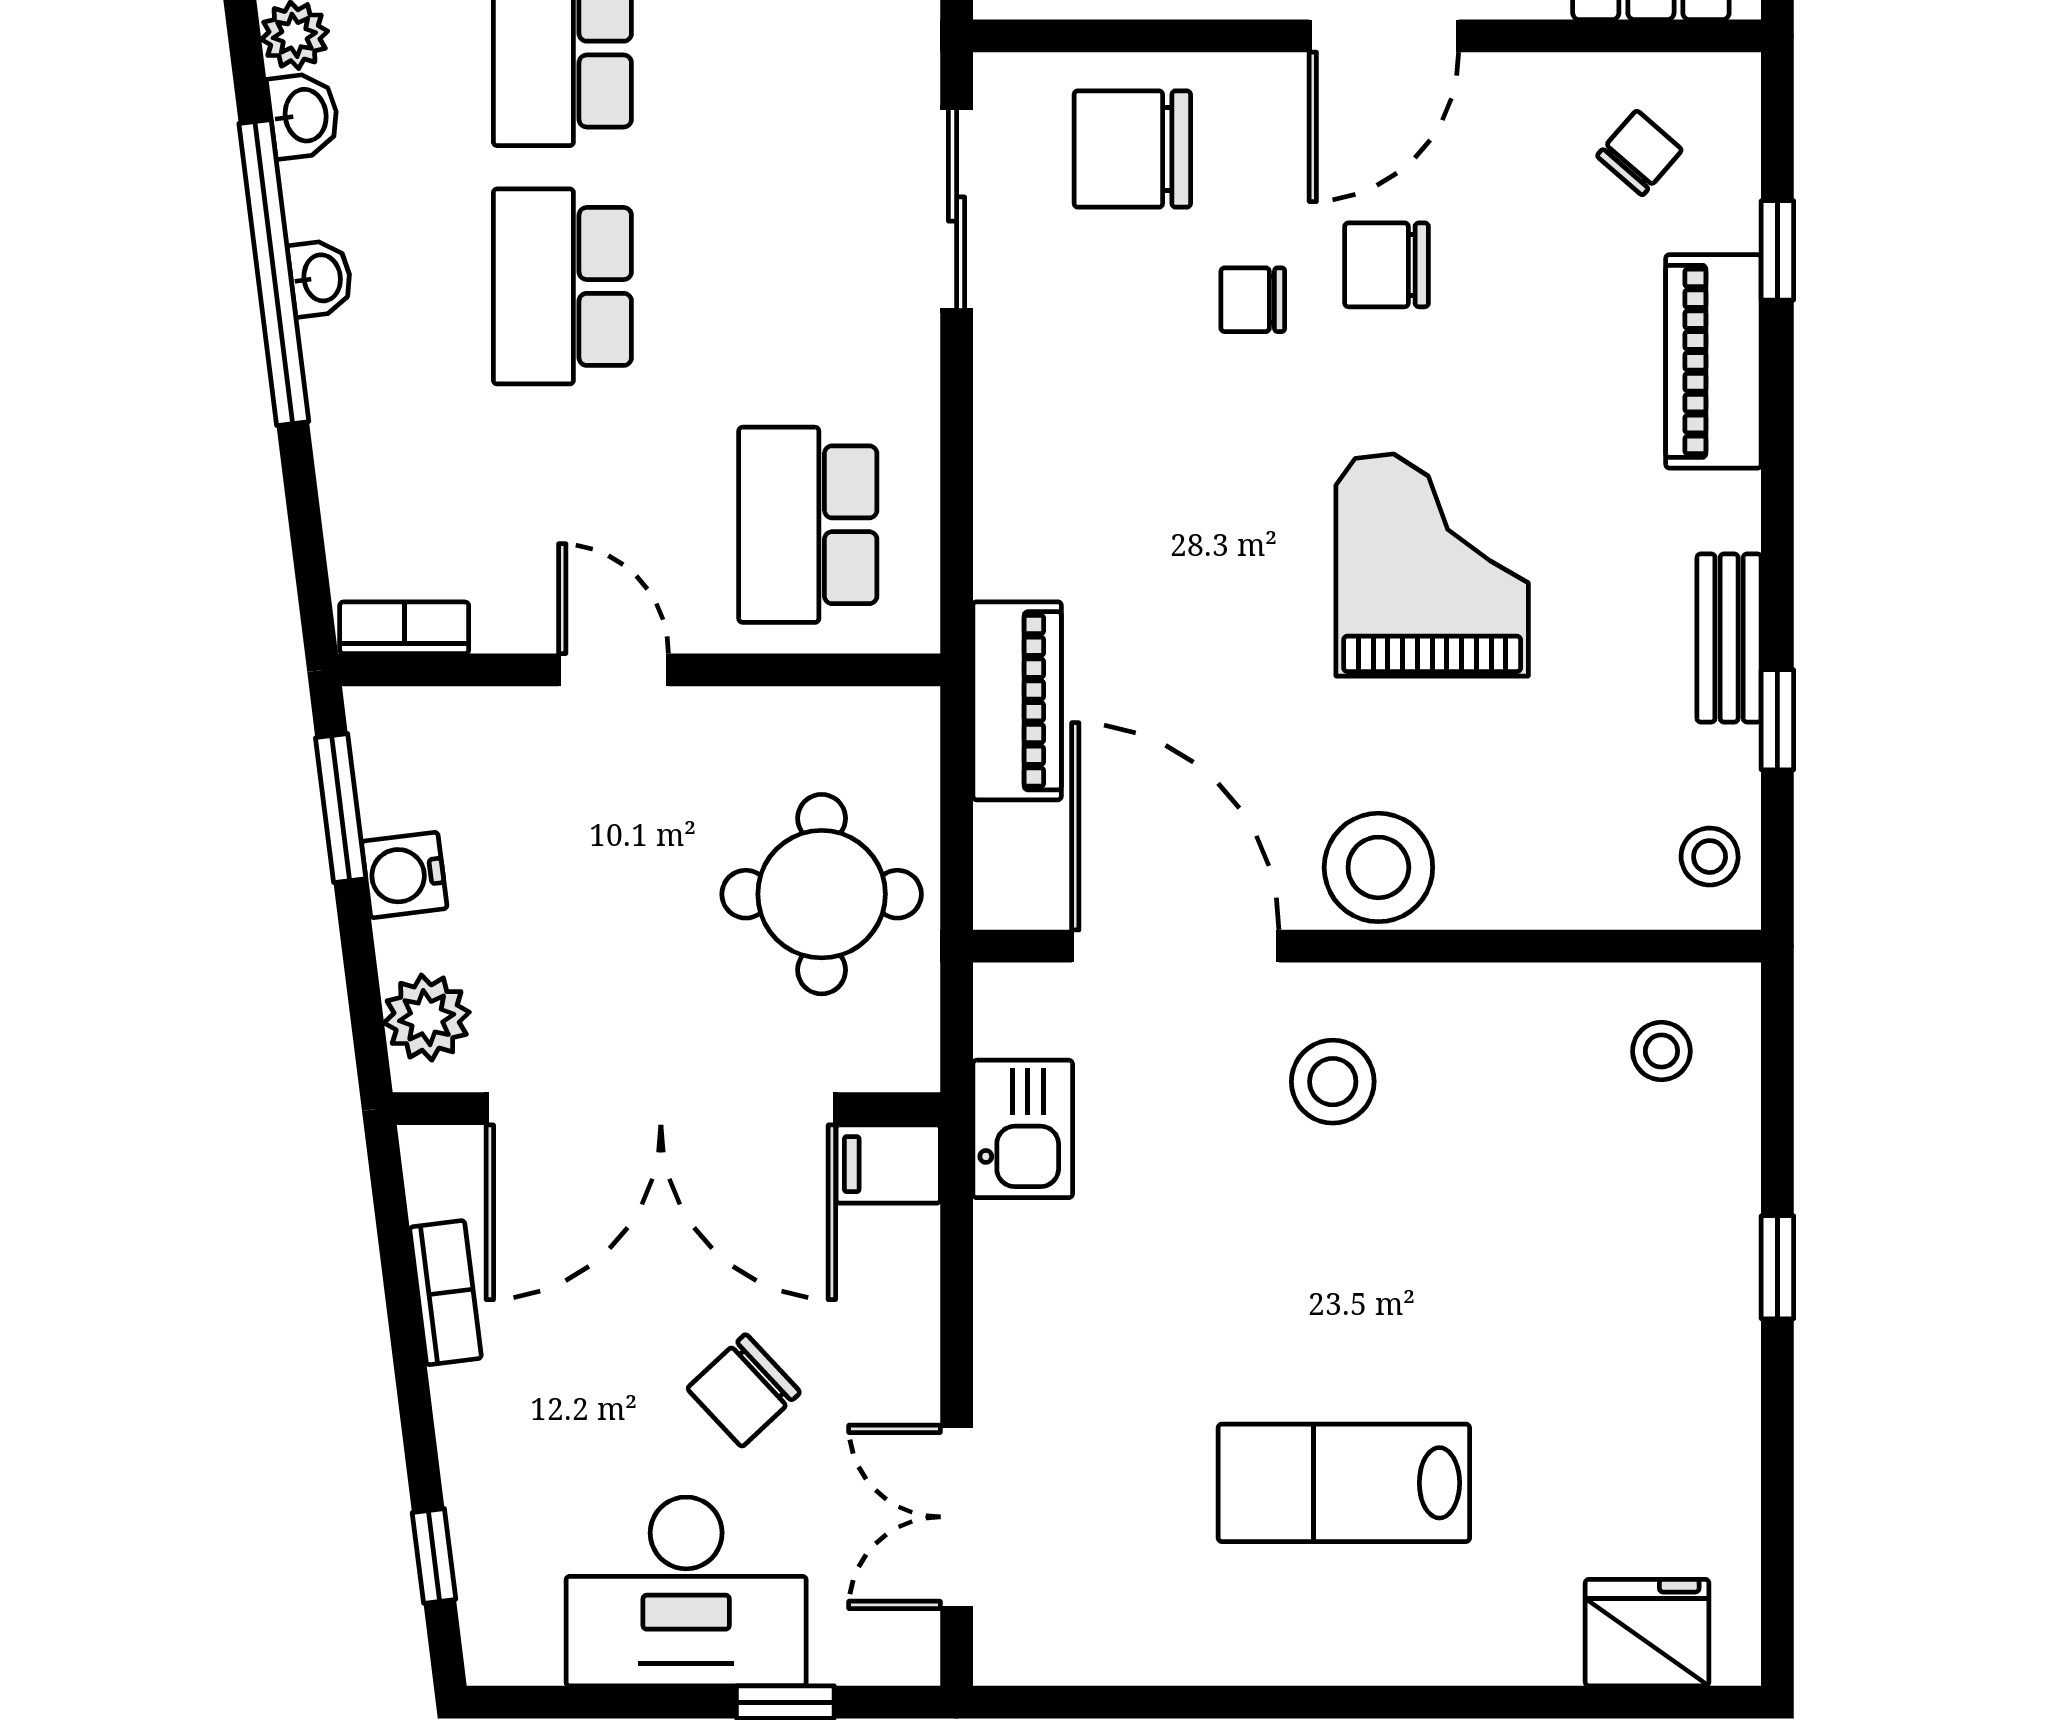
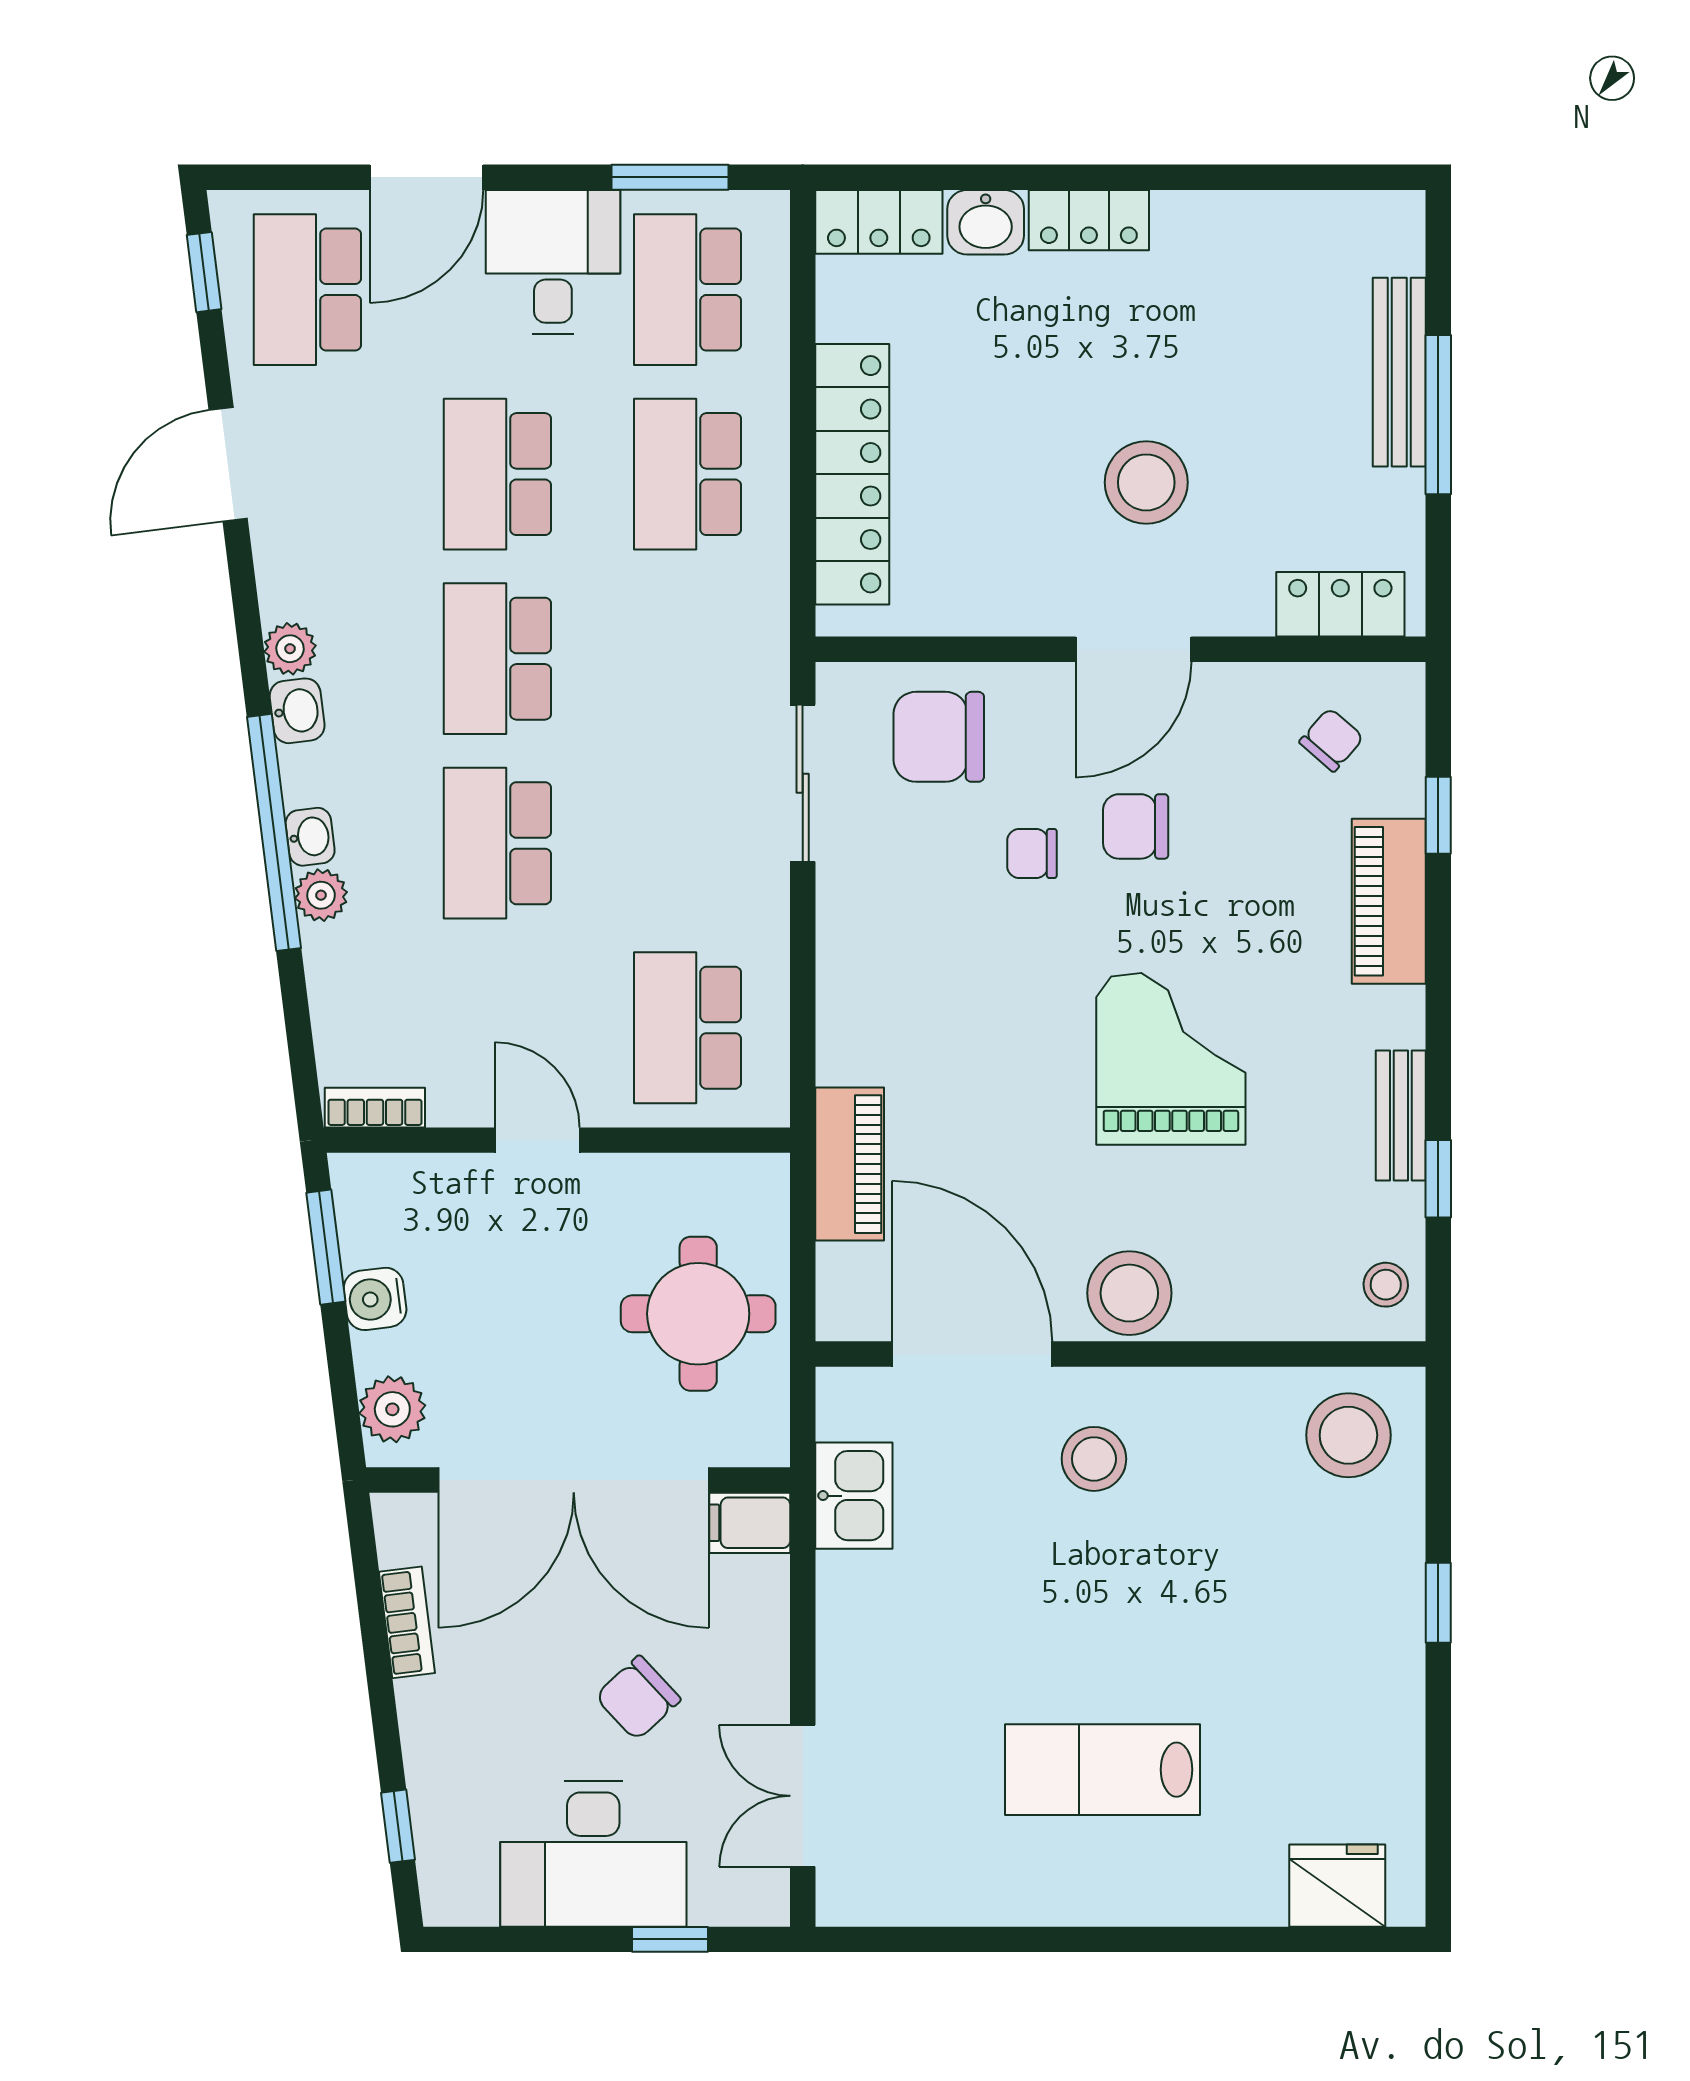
plant: (334, 354) -> (321, 895), added
stool: (1661, 1051) -> (1348, 1435), width x1.89, depth x1.89

